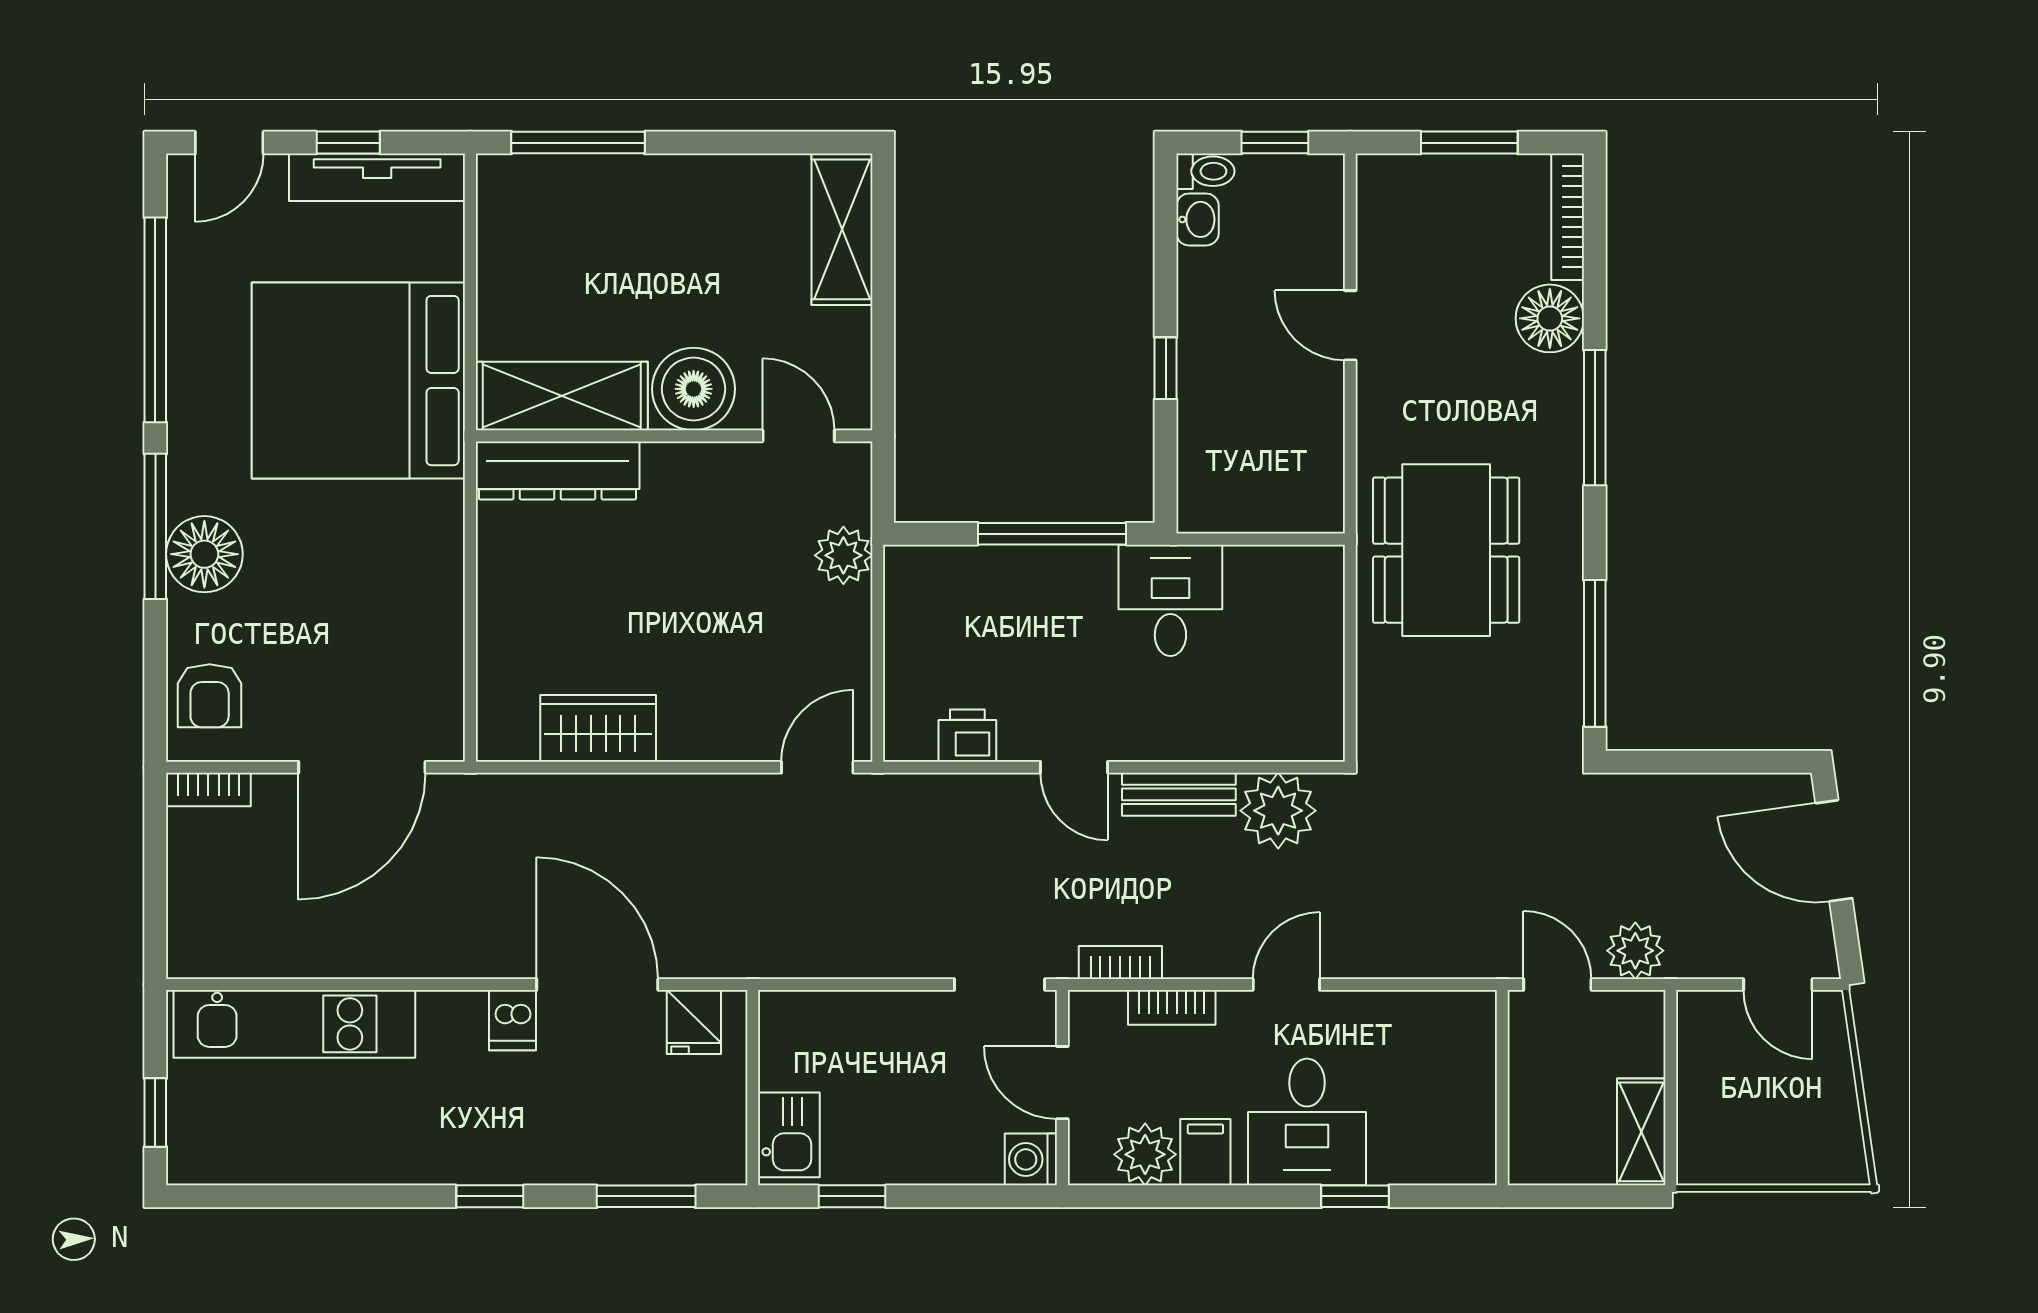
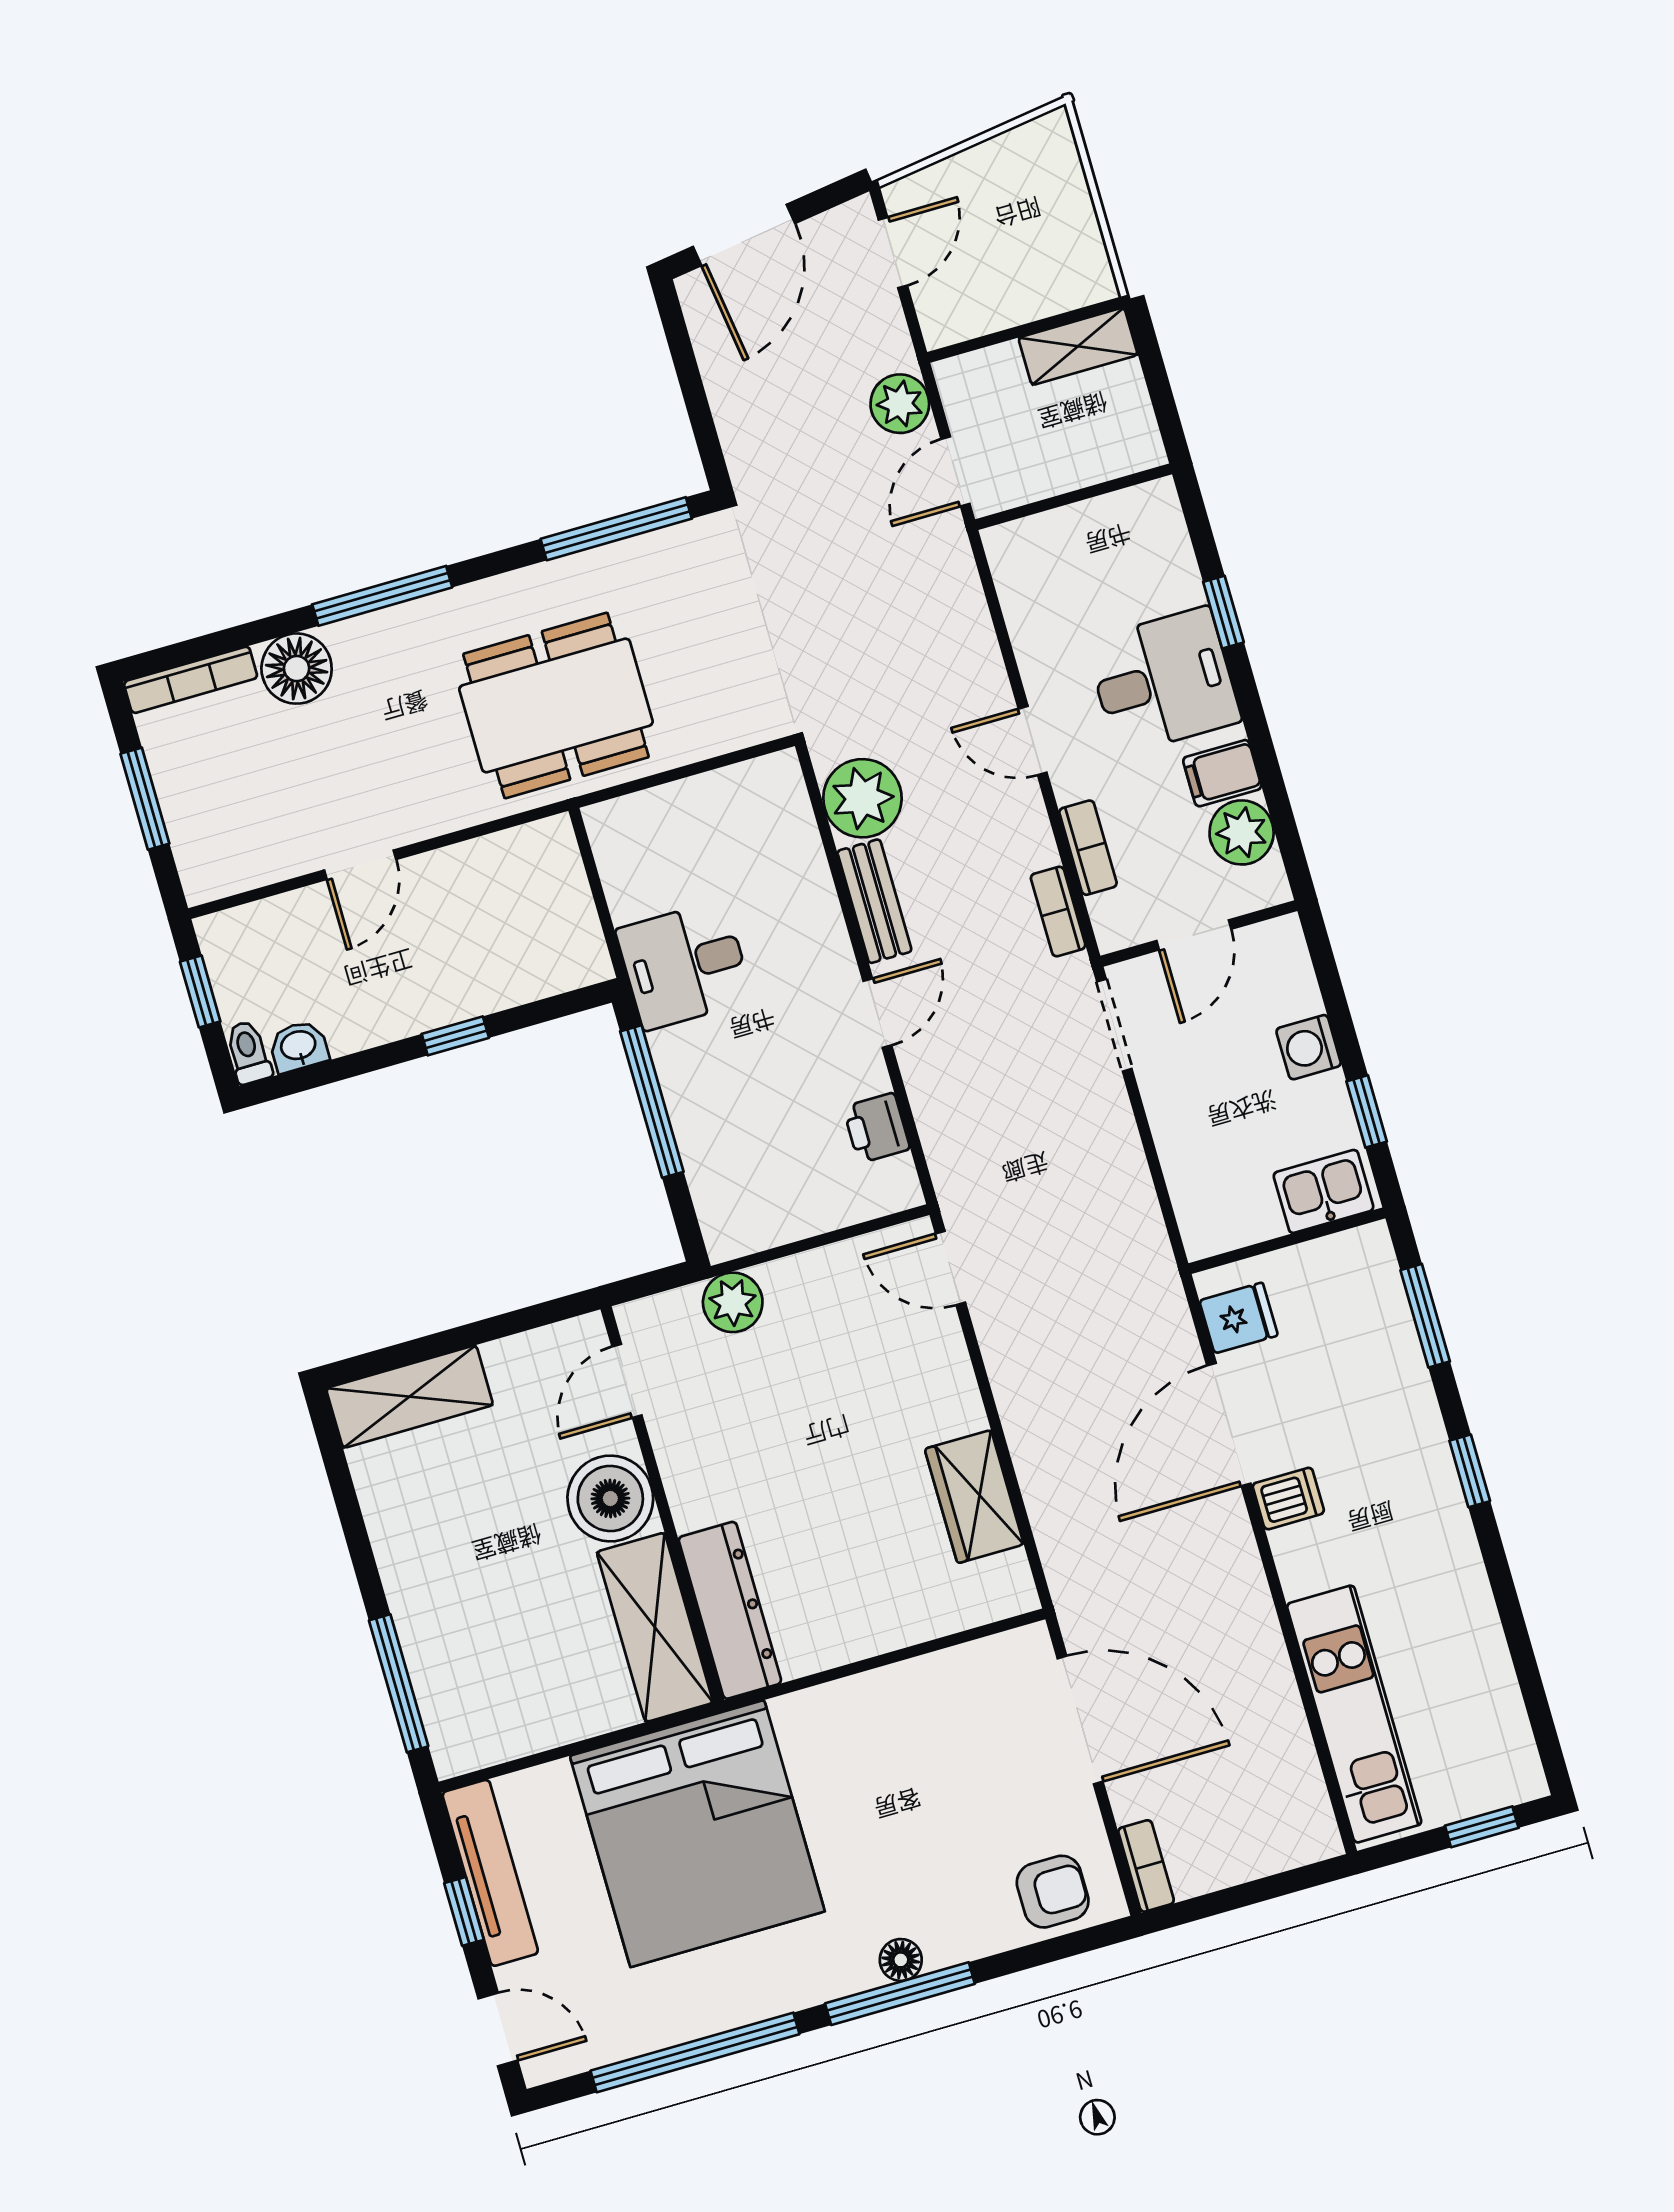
floor lamp: (204, 554) -> (901, 1960), width x0.53, depth x0.53
washing machine: (1031, 1159) -> (1309, 1047), moved, turned 90

